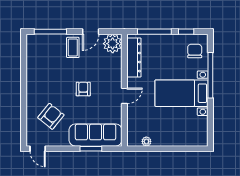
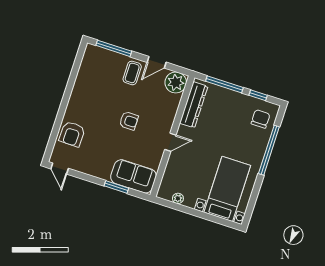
armchair: (83, 89) -> (129, 121), turned 90
bed with nightstands: (182, 93) -> (227, 189), moved, turned 90
armchair: (51, 116) -> (72, 134), moved, turned 142
sofa: (96, 135) -> (133, 176), width x0.73

